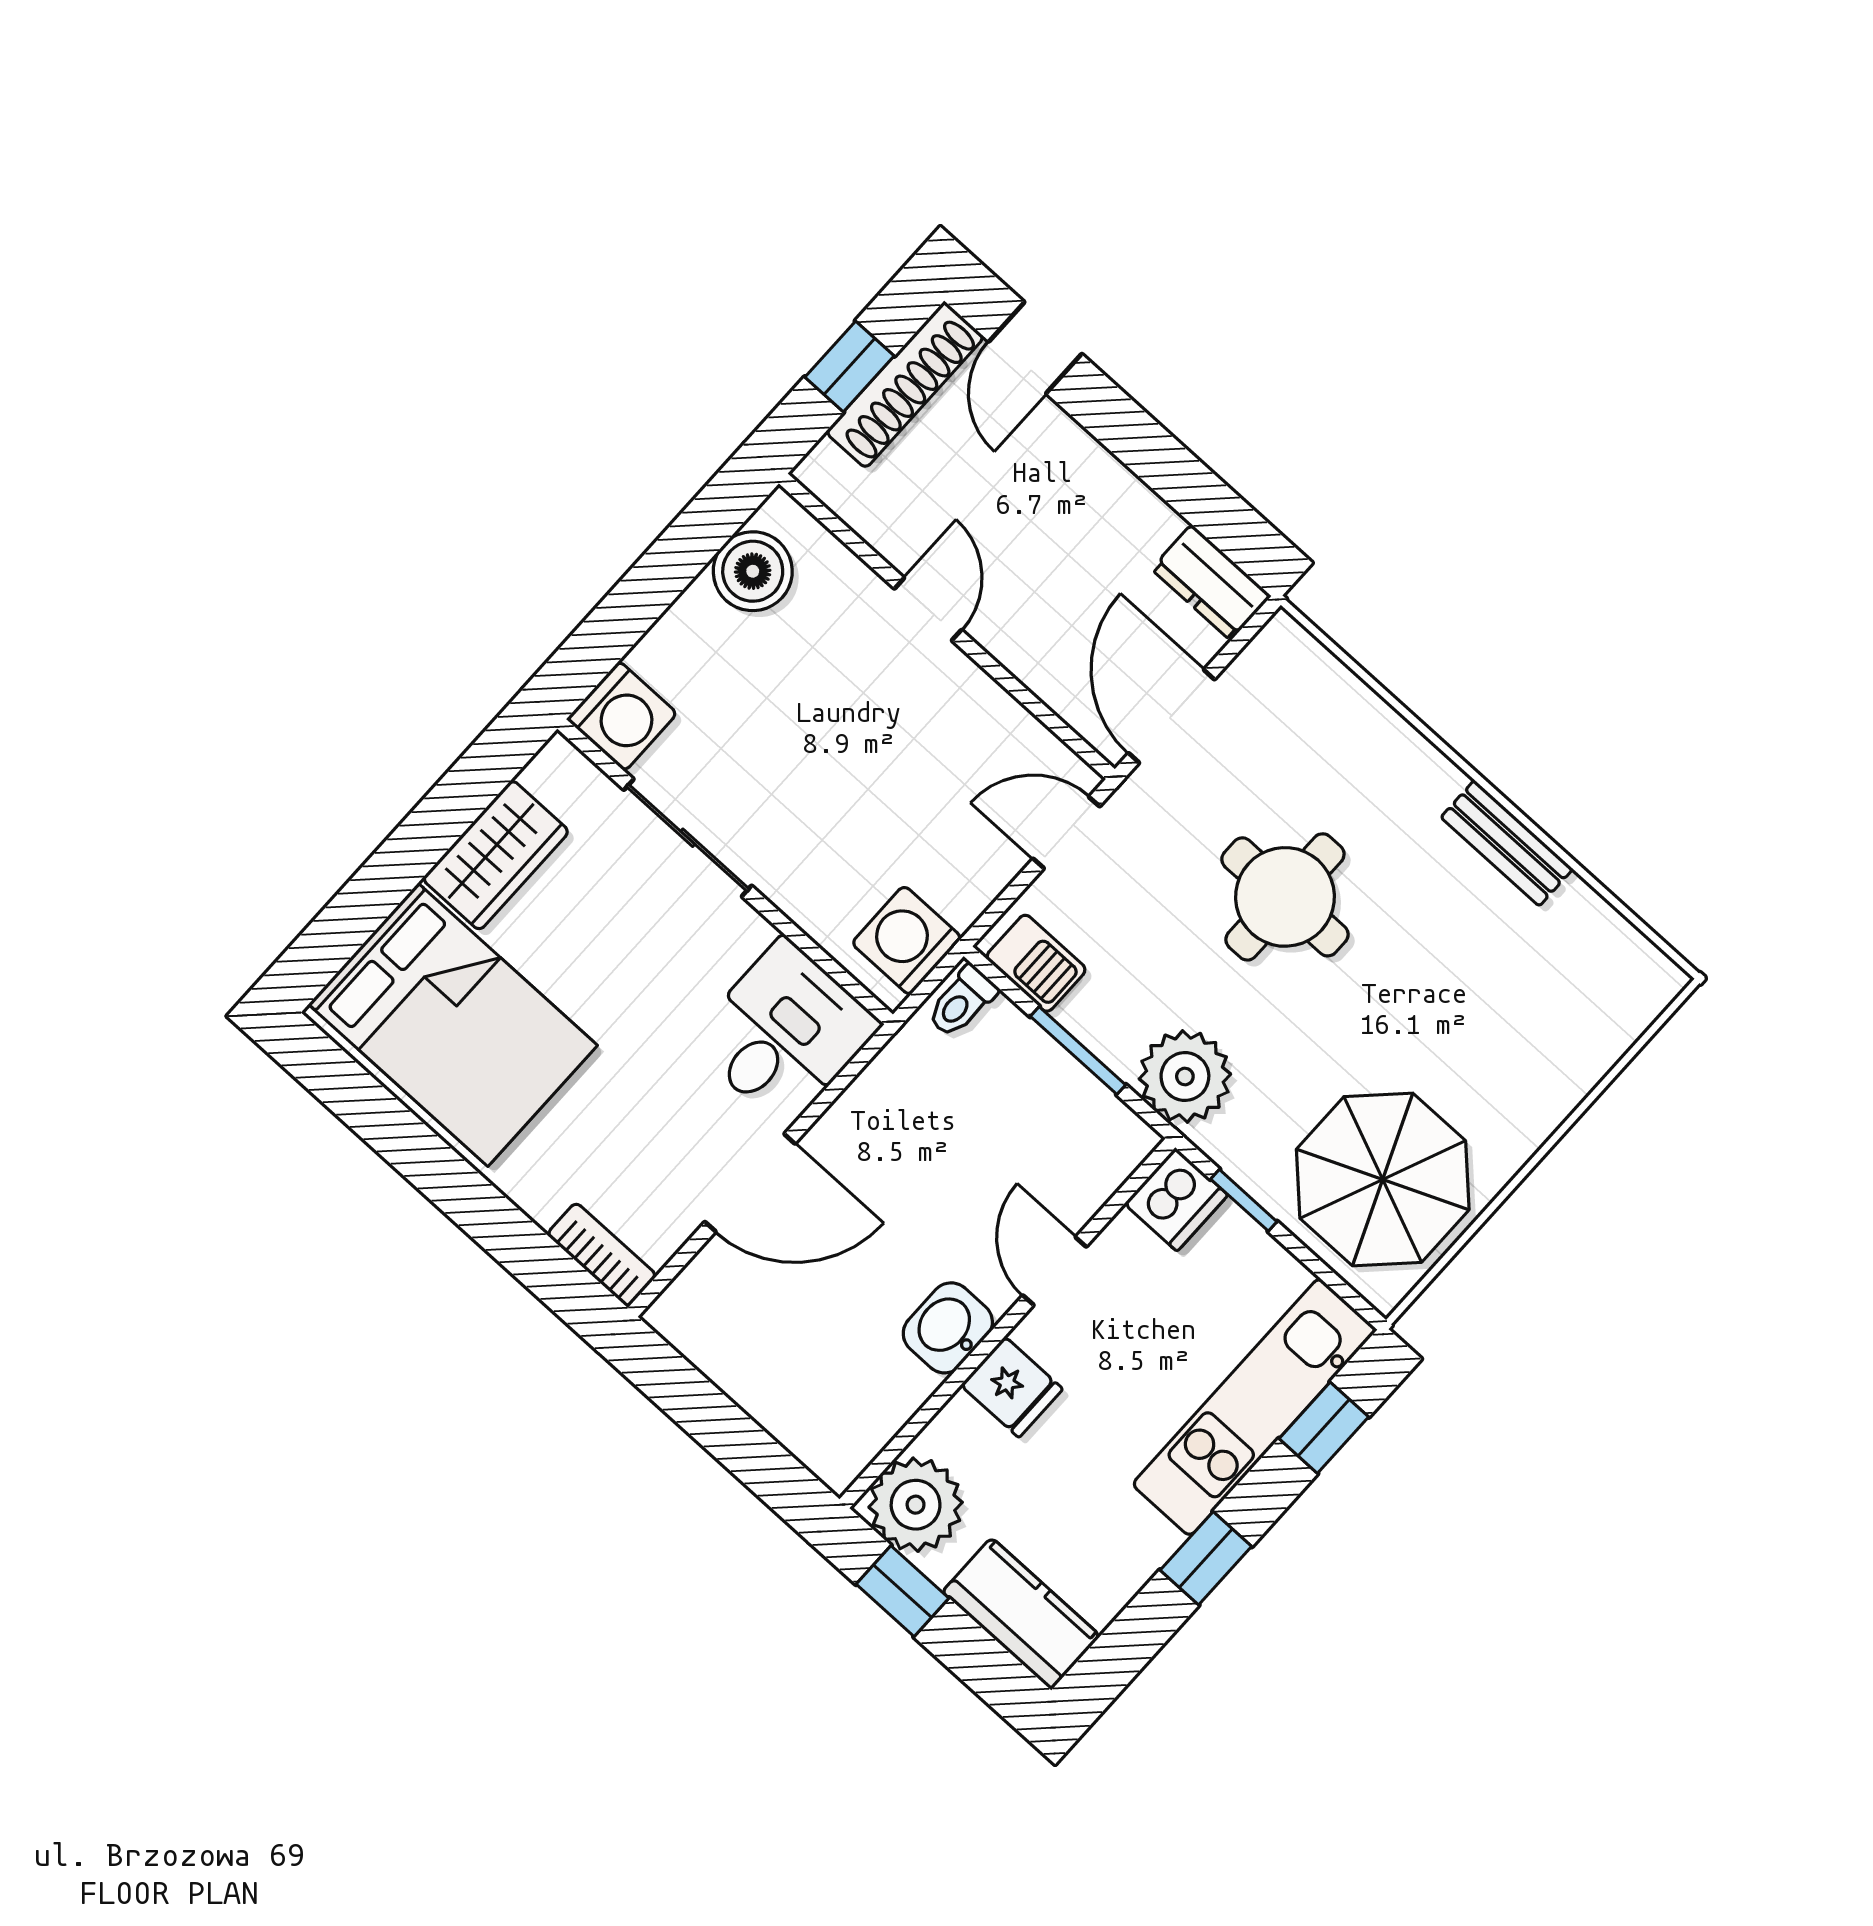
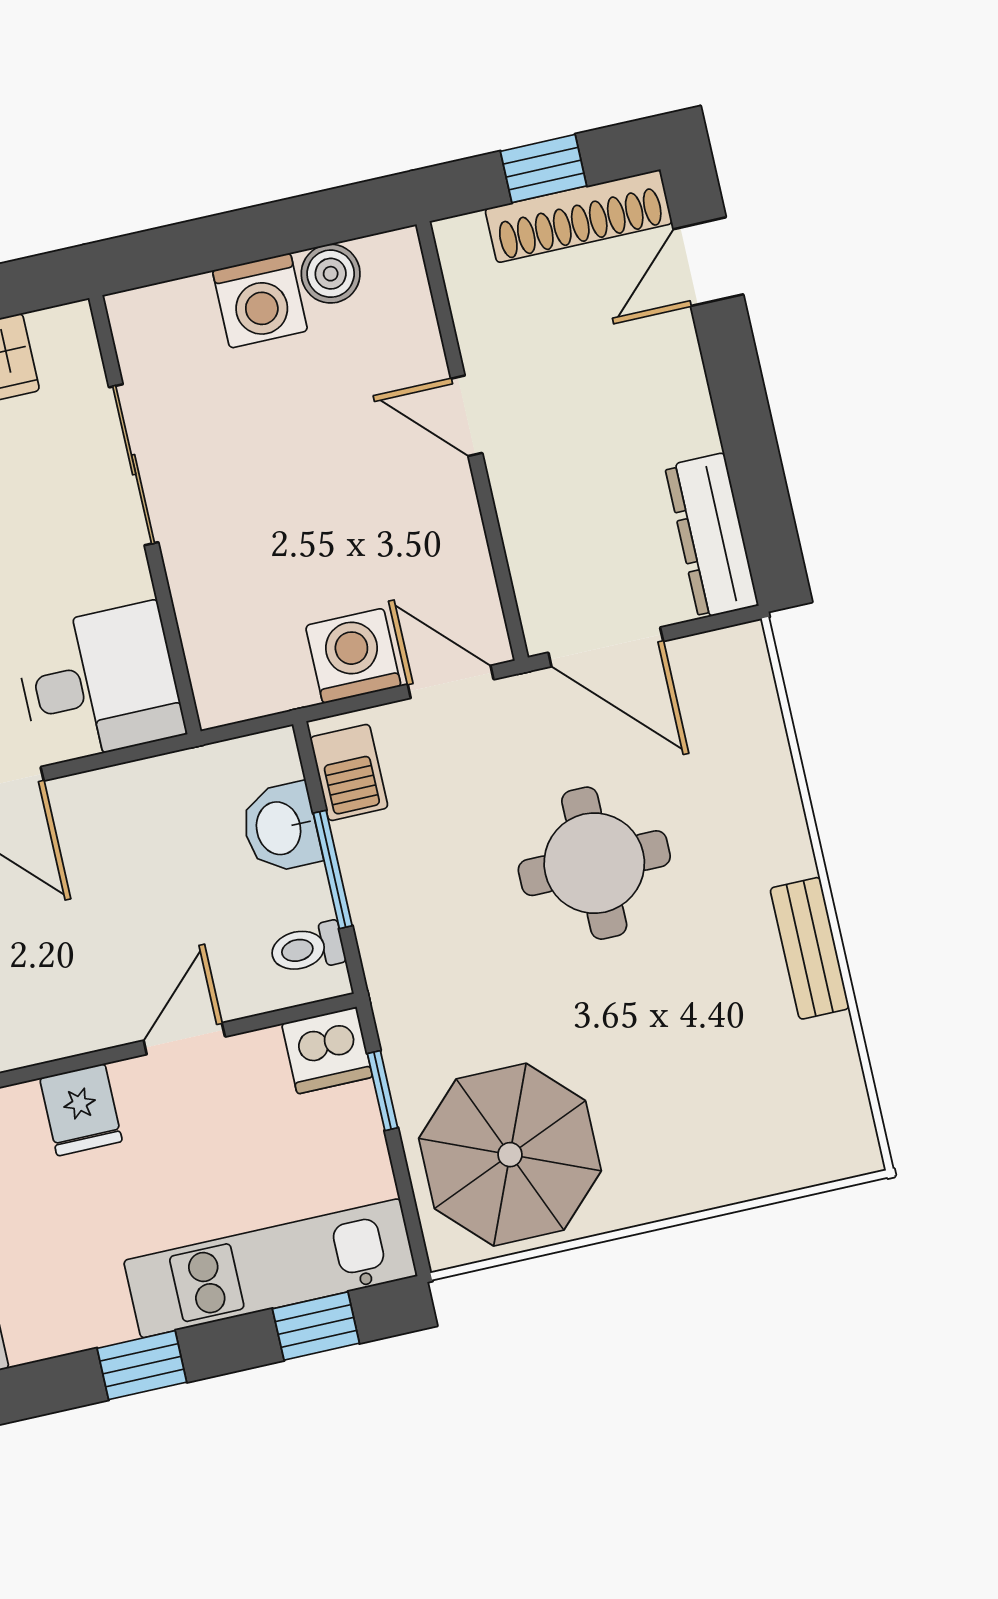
boiler: (753, 571) -> (331, 274), width x0.73, depth x0.73
dresser: (1211, 582) -> (712, 536), width x1.44
door: (928, 609) -> (467, 416), swing flipped
washing machine: (622, 716) -> (260, 301), moved
door: (1171, 716) -> (606, 647), swing flipped
washing machine: (907, 940) -> (353, 656), moved
toilet: (962, 1002) -> (307, 948), moved
plant: (1185, 1076) -> (406, 954), removed
washbasin: (948, 1328) -> (281, 828), moved, turned -90

